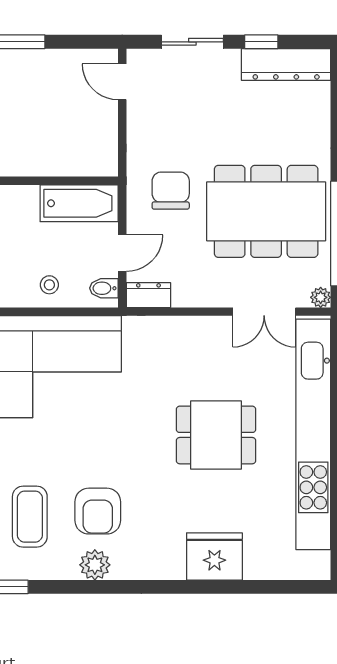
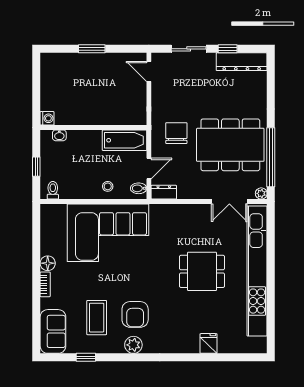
fridge: (214, 556) -> (209, 343), width x0.53, depth x0.75

